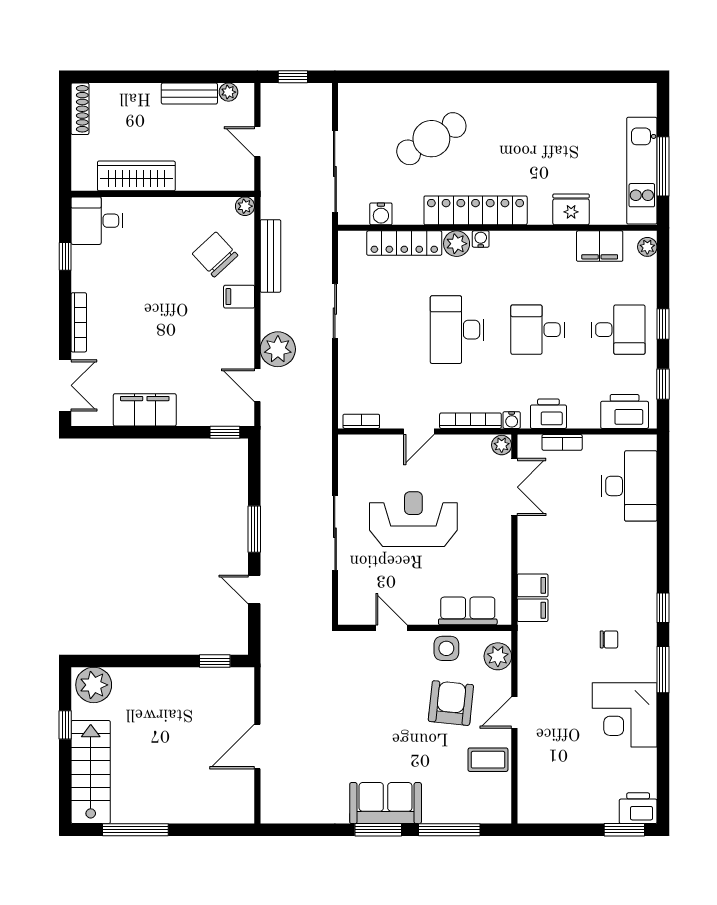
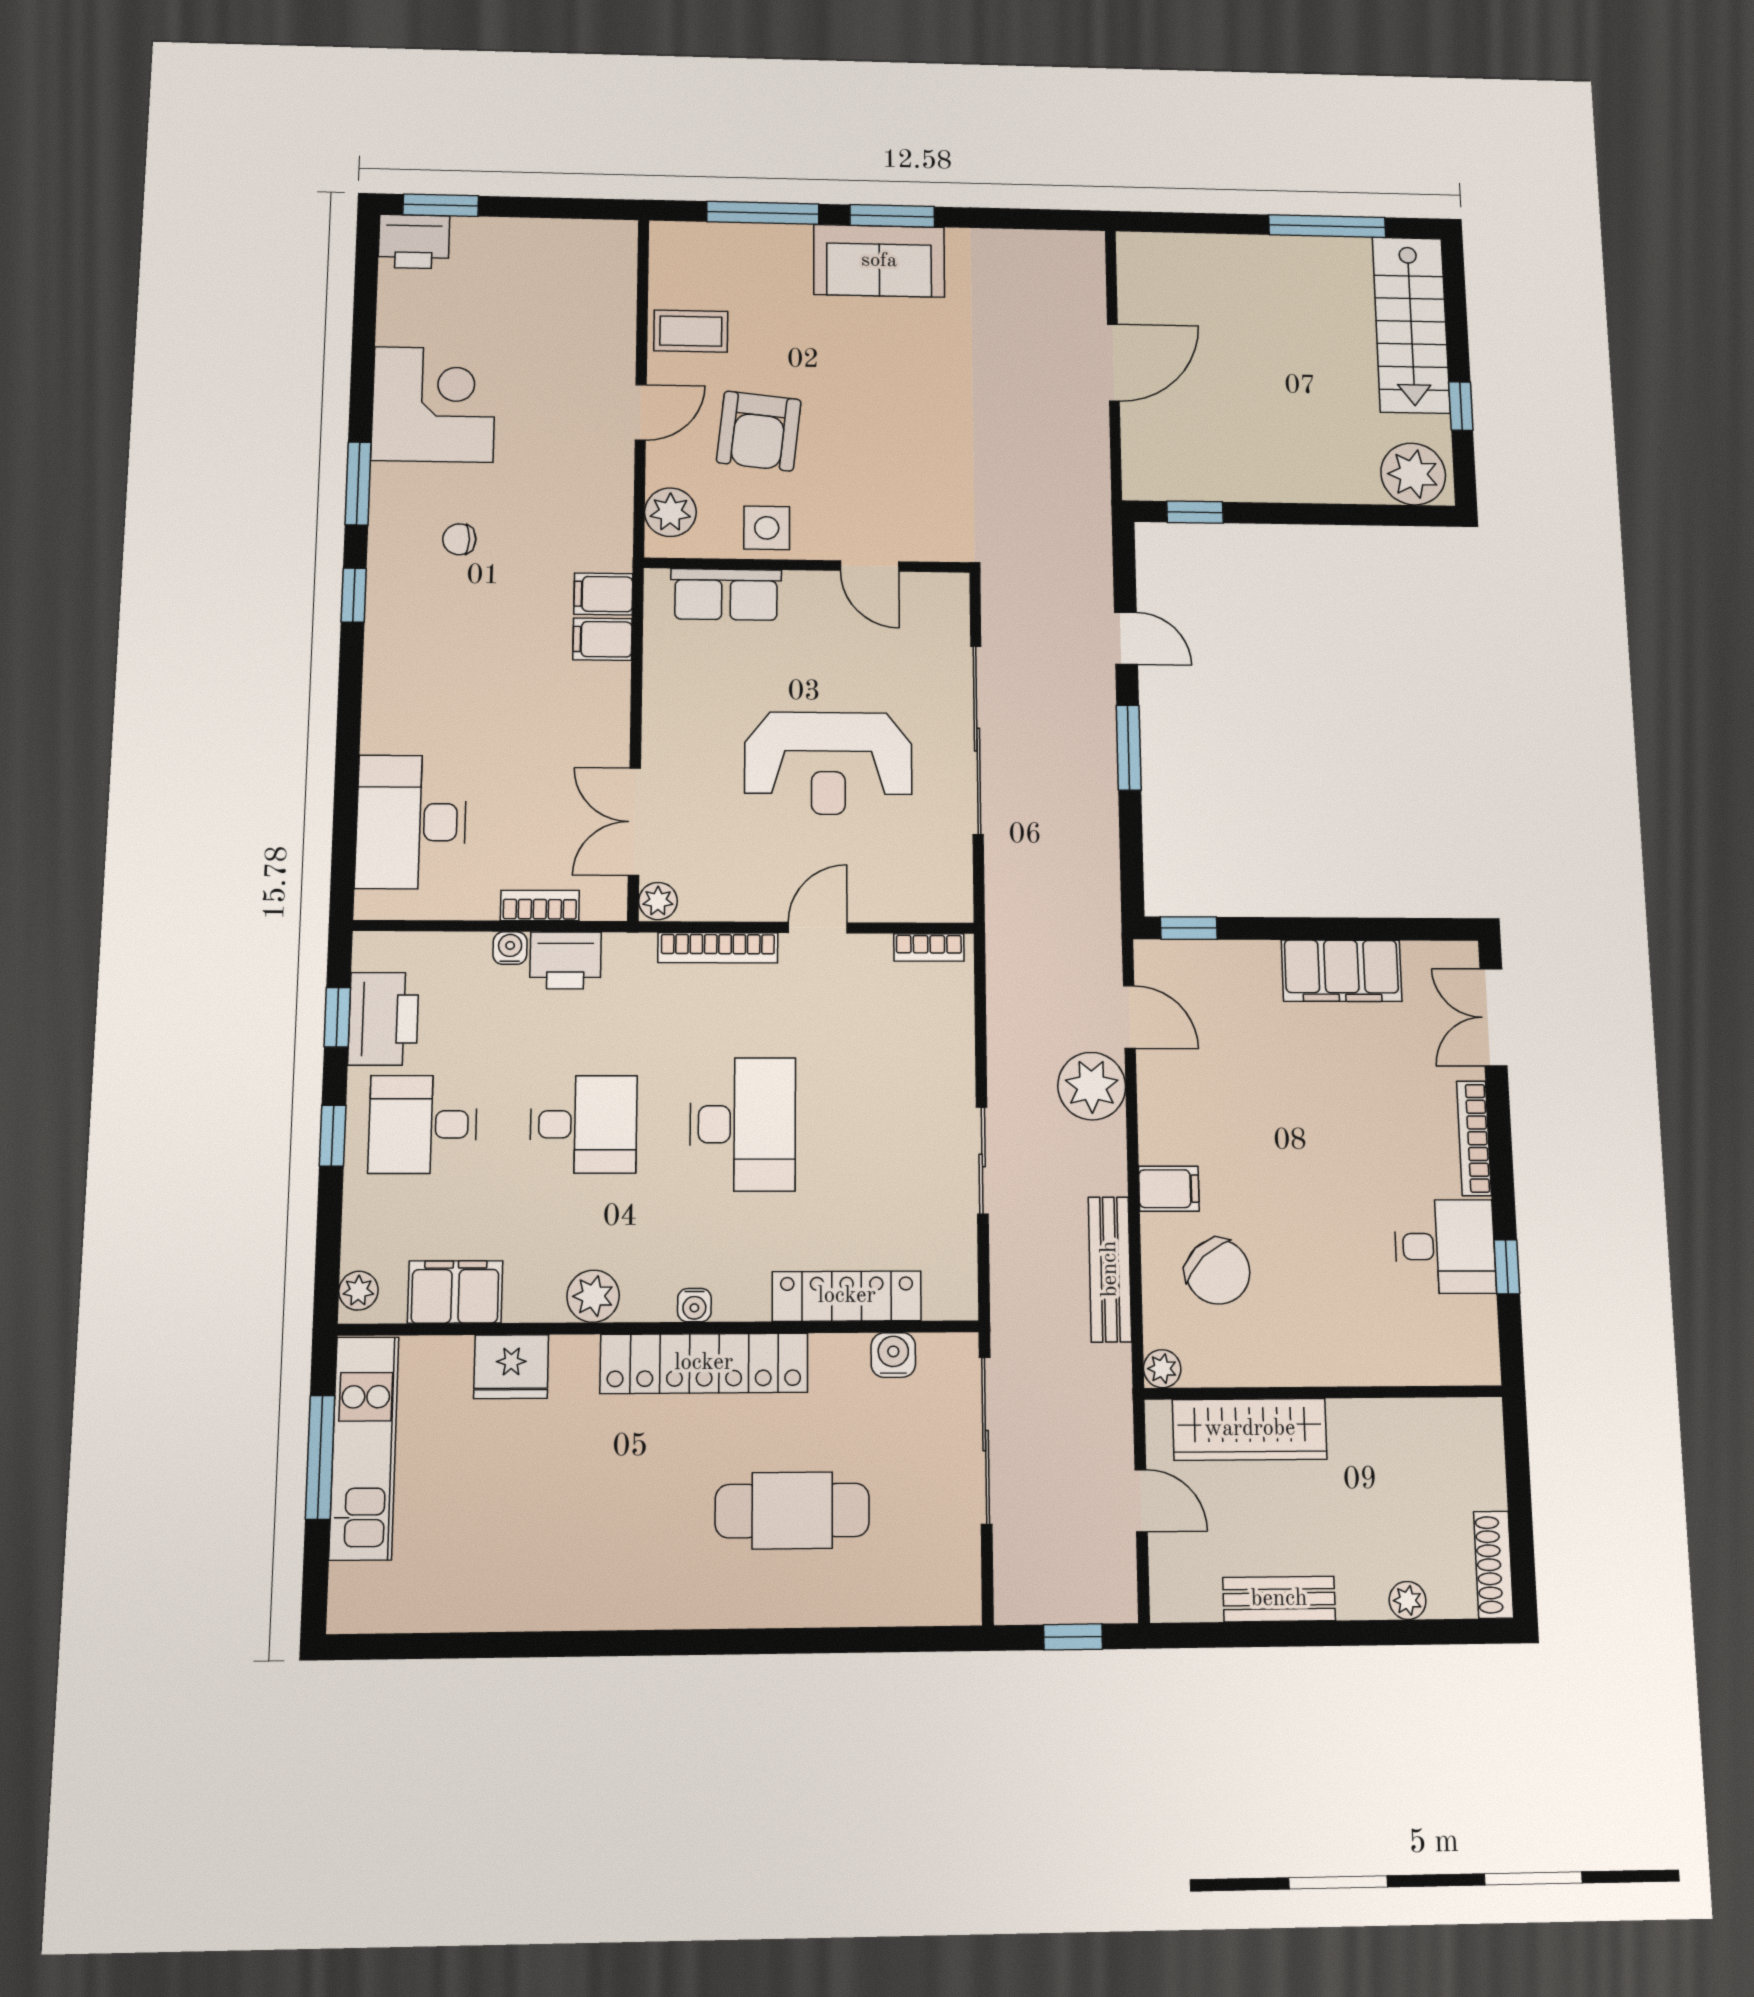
plant: (228, 92) -> (1408, 1600), moved
cafe table: (431, 139) -> (792, 1510), turned 31
wardrobe: (136, 176) -> (1250, 1429), moved
desk: (97, 221) -> (1445, 1247), moved
plant: (457, 244) -> (593, 1296), moved
printer: (625, 411) -> (383, 1019), moved, turned -90
water cooler: (512, 420) -> (510, 948), moved
sliding door: (335, 533) -> (977, 740), width x1.36

